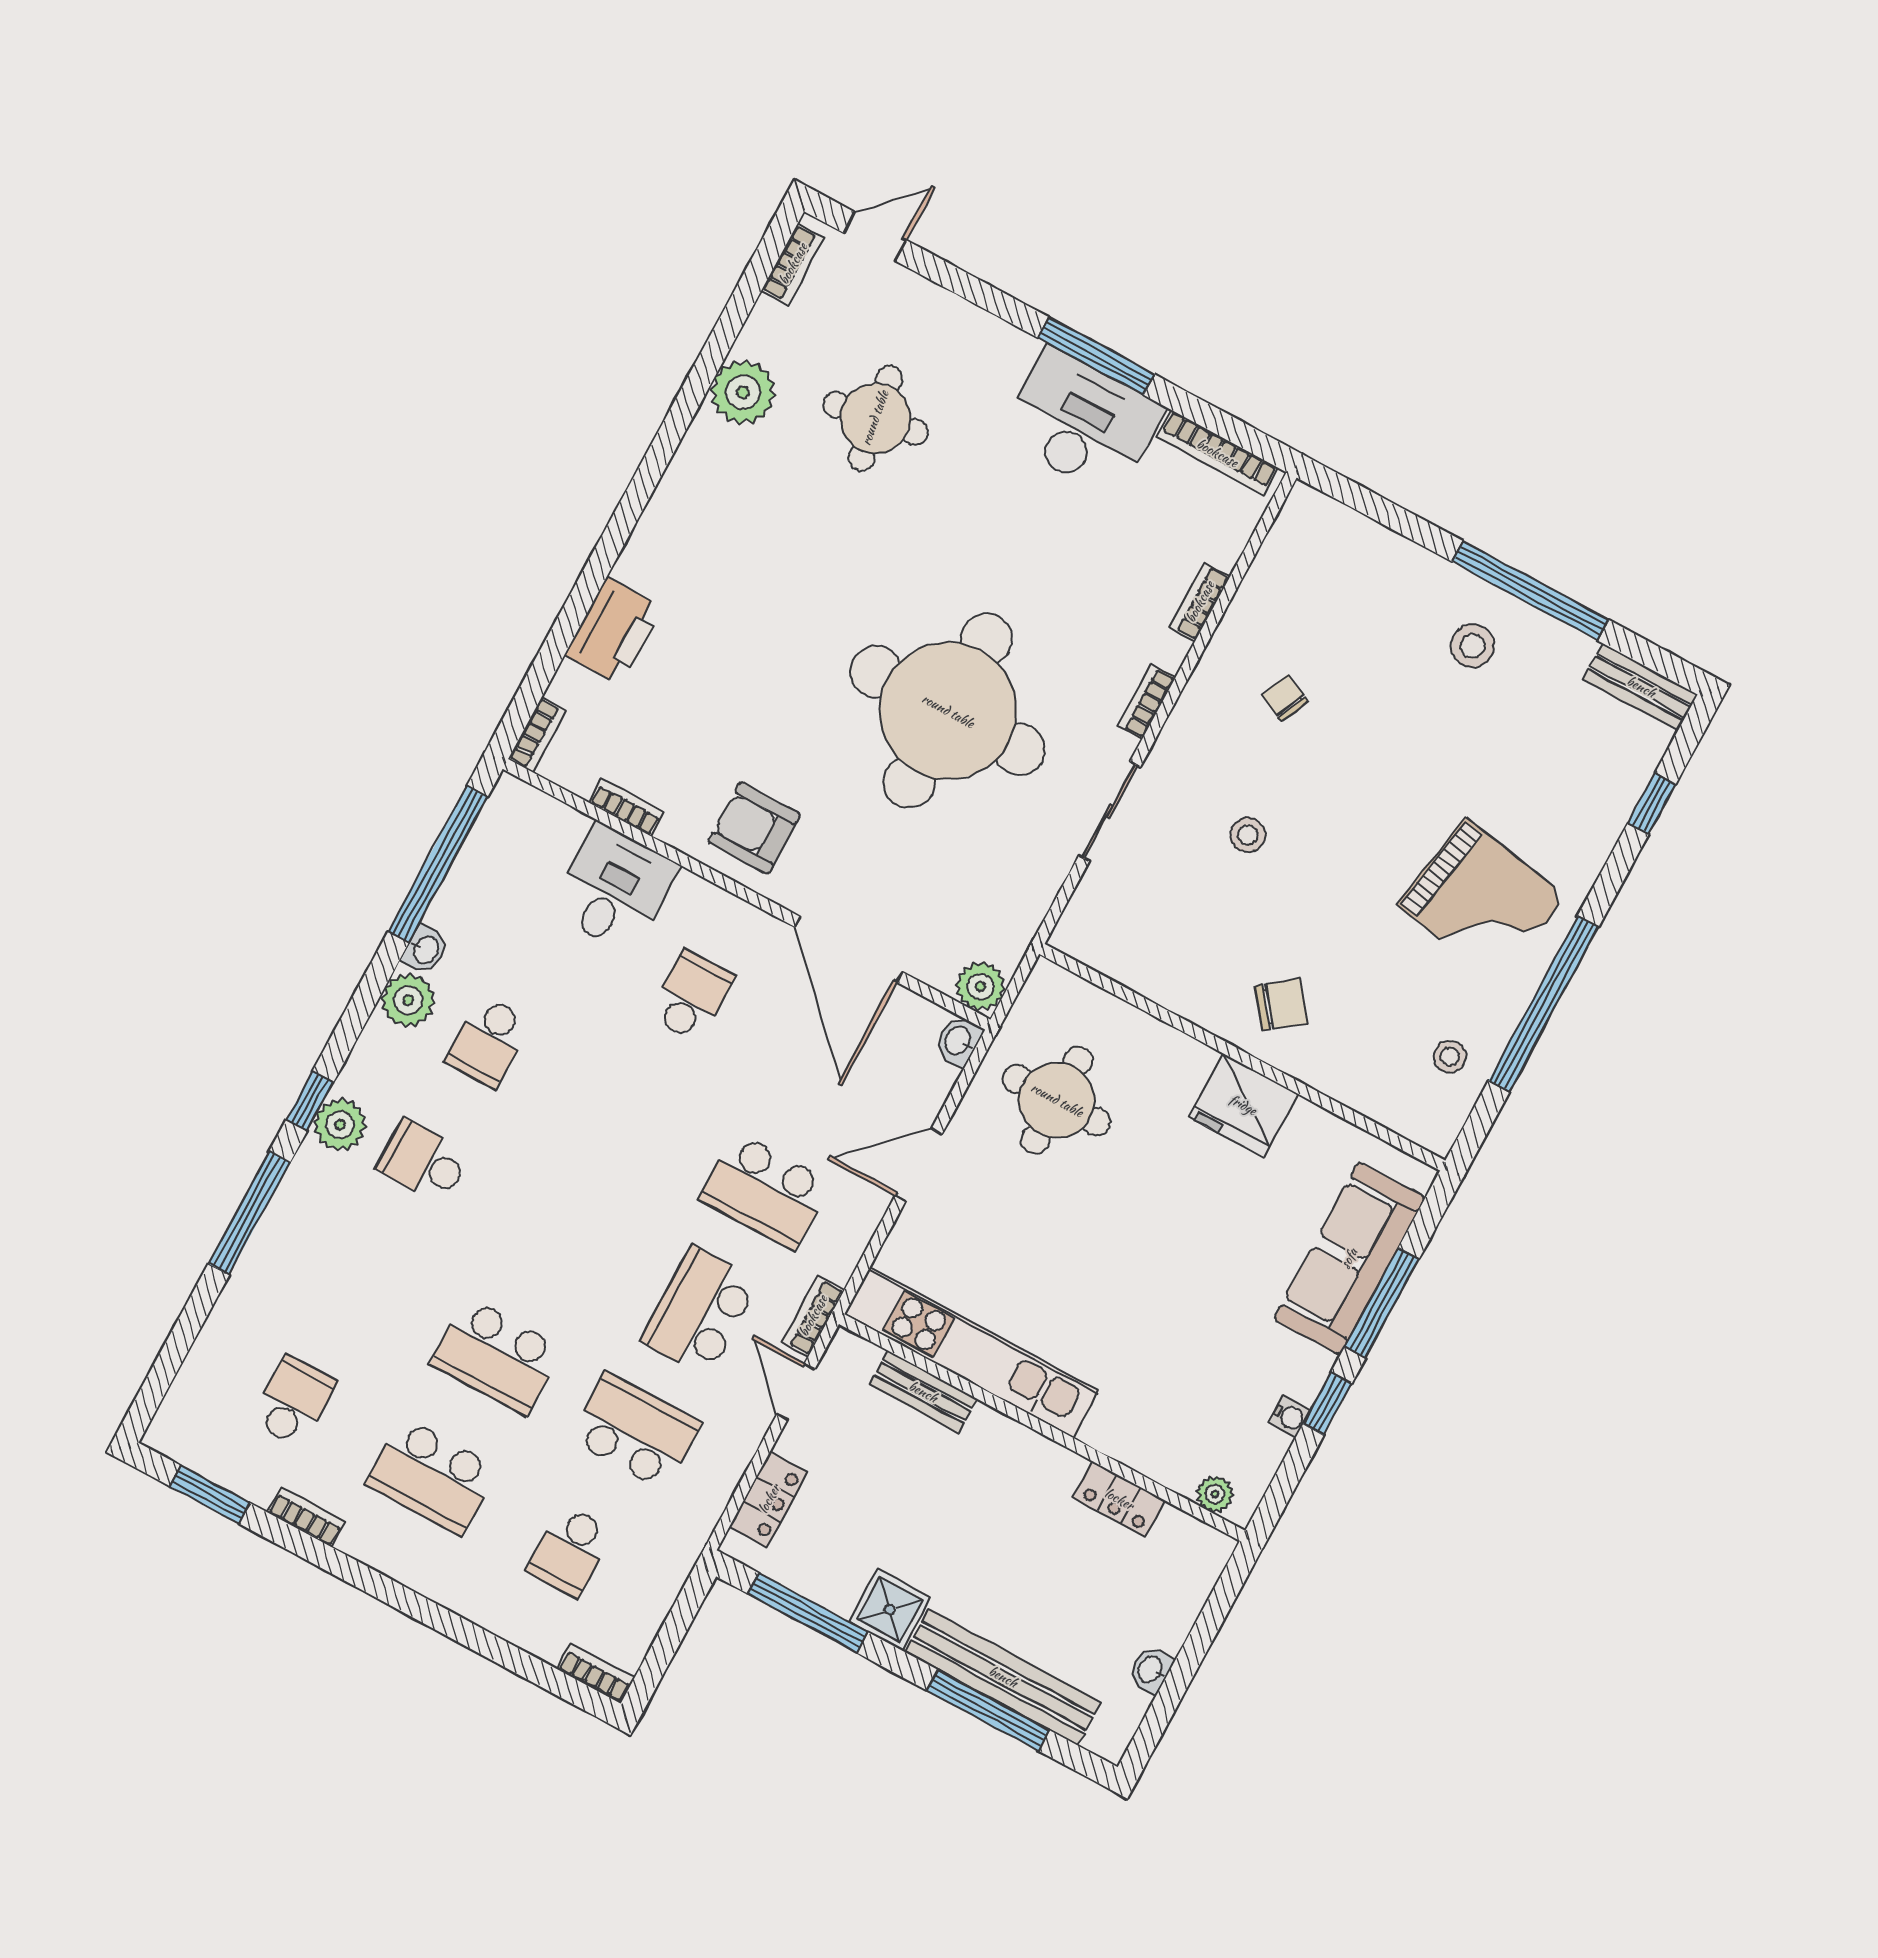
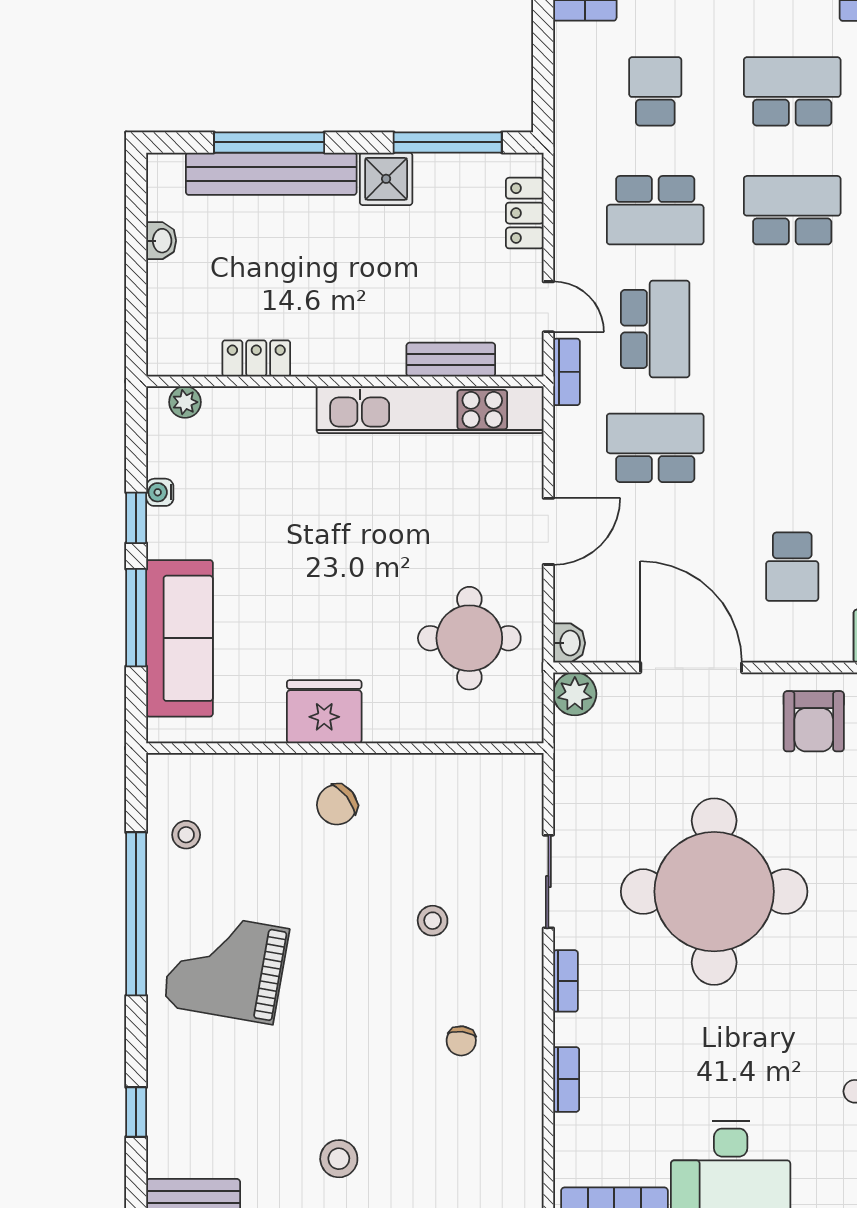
chair: (1285, 698) -> (461, 1041), turned 73
armchair: (754, 828) -> (814, 721), turned 90

